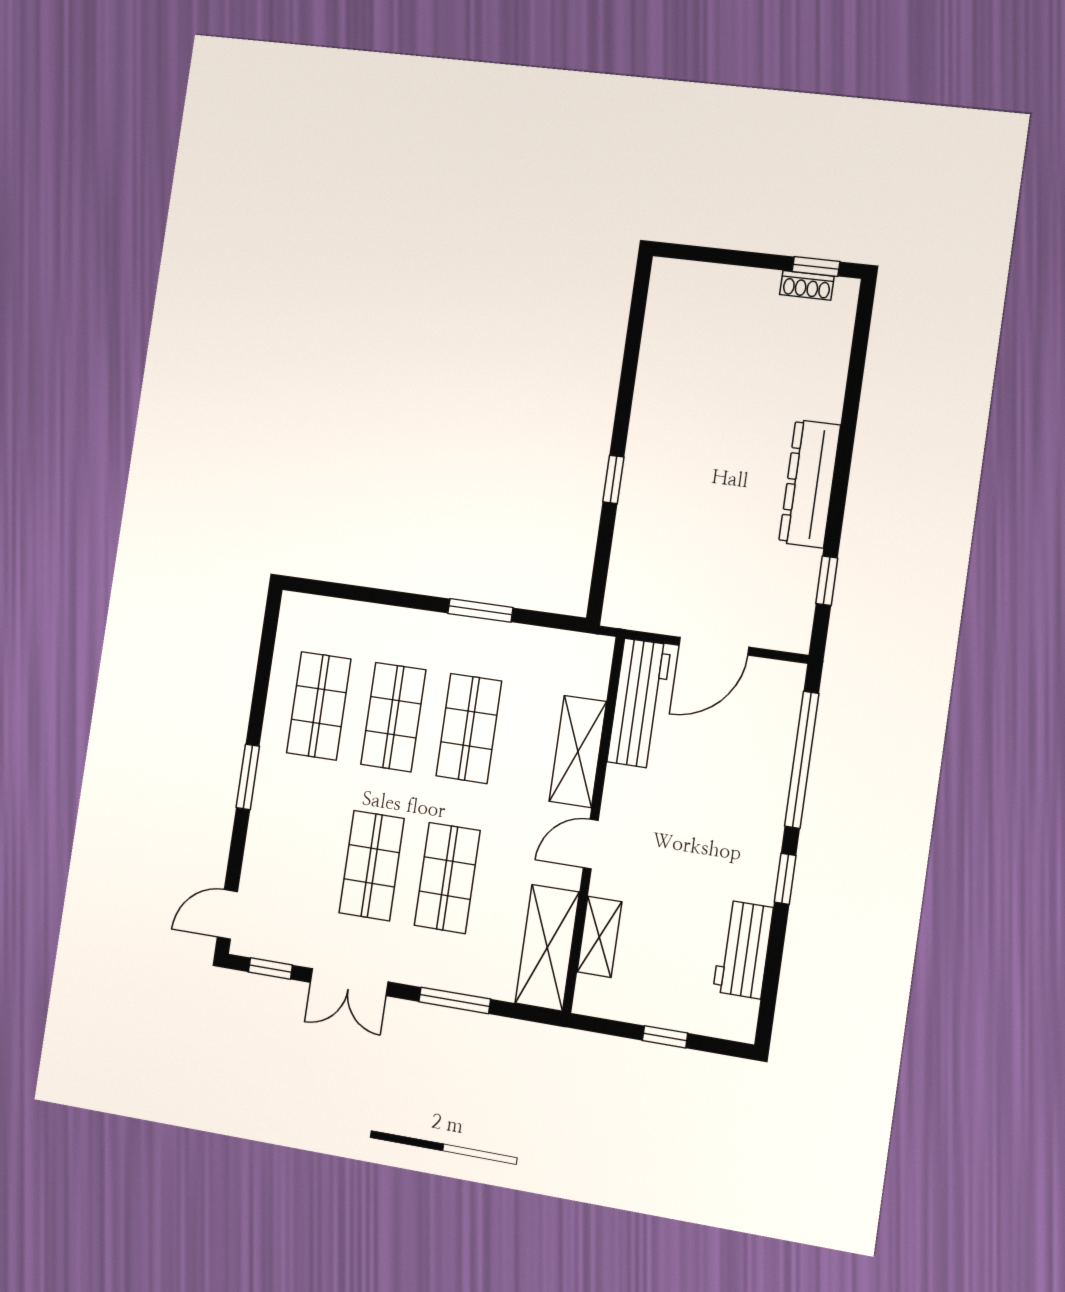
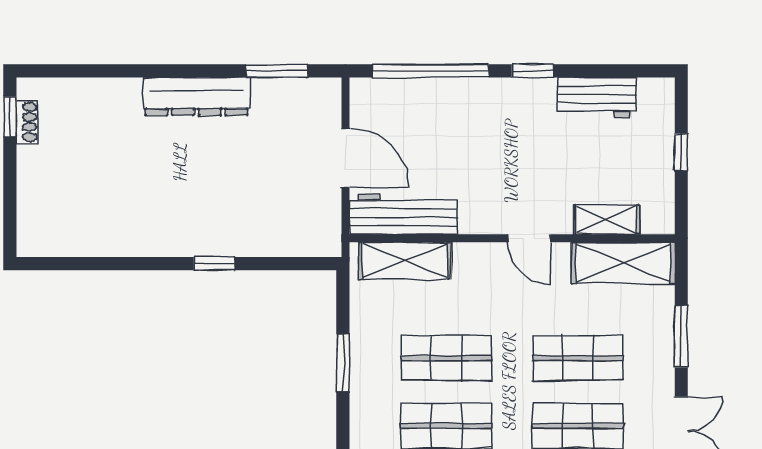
window: (827, 581) -> (277, 71), width x1.50
shelving: (578, 751) -> (405, 261), moved

